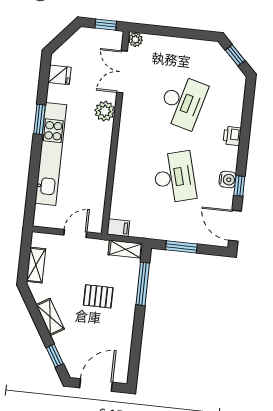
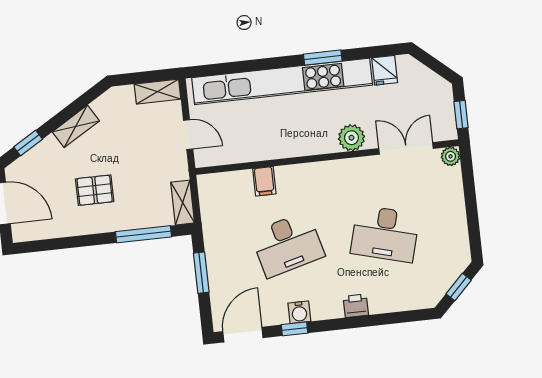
kitchen unit: (51, 154) -> (282, 81), width x1.36
filing cabinet: (118, 228) -> (264, 181), moved
shelving: (36, 265) -> (158, 92), moved
pallet: (98, 296) -> (95, 190), moved, turned 90

